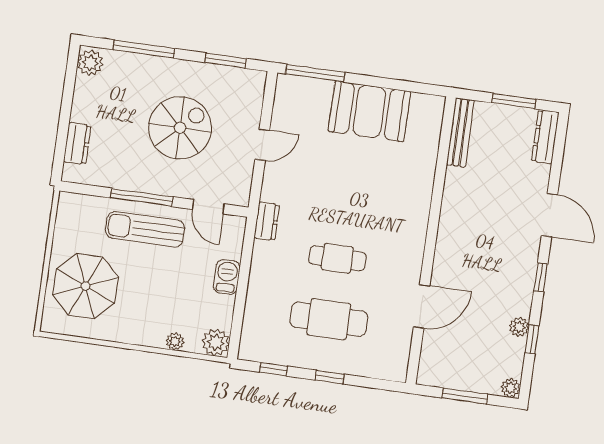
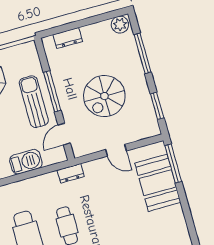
booth: (369, 111) -> (158, 183), moved
spiral stairs: (180, 128) -> (104, 96), turned 90
barbecue: (227, 277) -> (26, 162), width x1.38, depth x1.27

